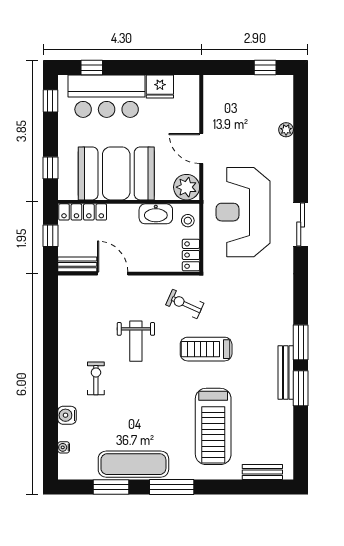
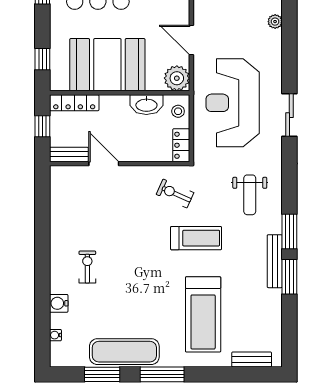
weight bench: (136, 341) -> (250, 195), moved
treadmill: (206, 349) -> (196, 238), turned 180

